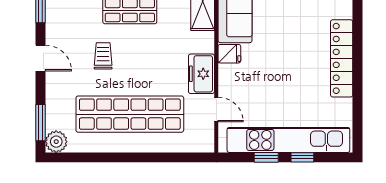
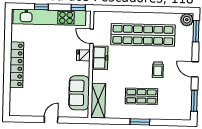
fridge: (229, 54) -> (83, 55), moved
window: (266, 157) -> (78, 8), moved

